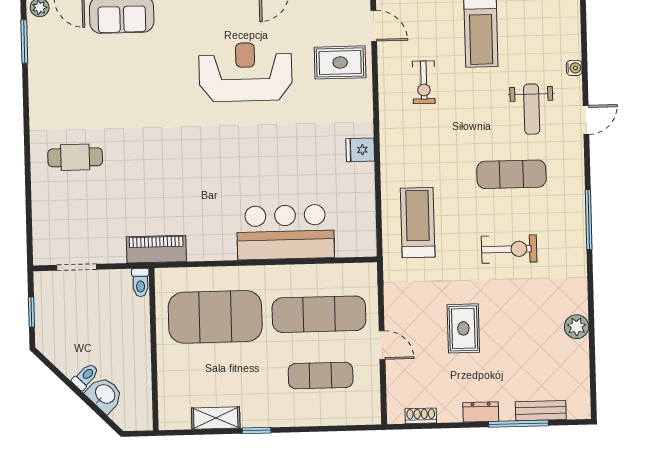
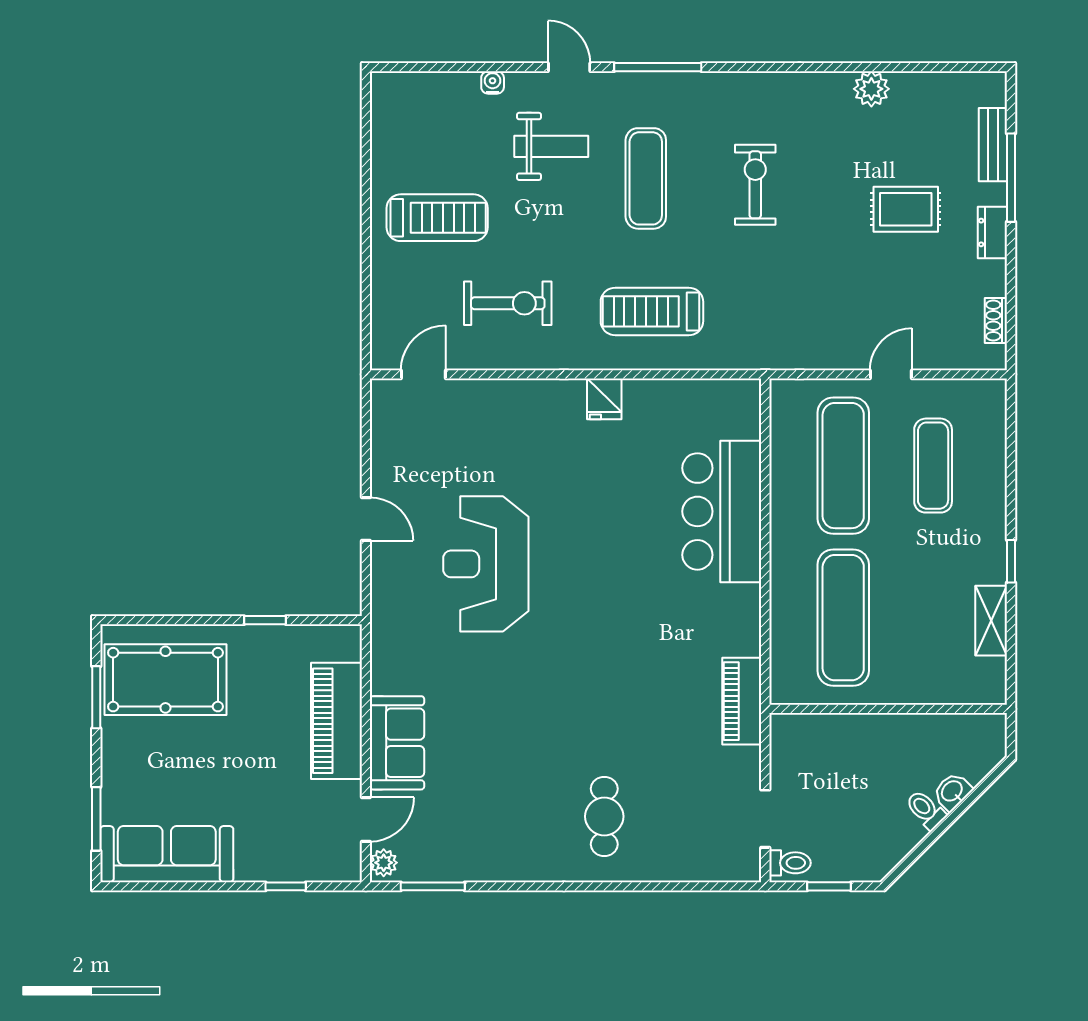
rug: (340, 62) -> (476, 425), removed
exercise bike: (424, 82) -> (508, 303), width x1.38, depth x1.39
window: (589, 219) -> (658, 67), moved
treadmill: (418, 223) -> (652, 311), moved
toilet: (140, 282) -> (790, 863), moved
exercise mat: (215, 317) -> (843, 618), width x0.68
rug: (463, 328) -> (906, 209), moved
washbasin: (105, 395) -> (952, 791), width x0.72, depth x0.69

